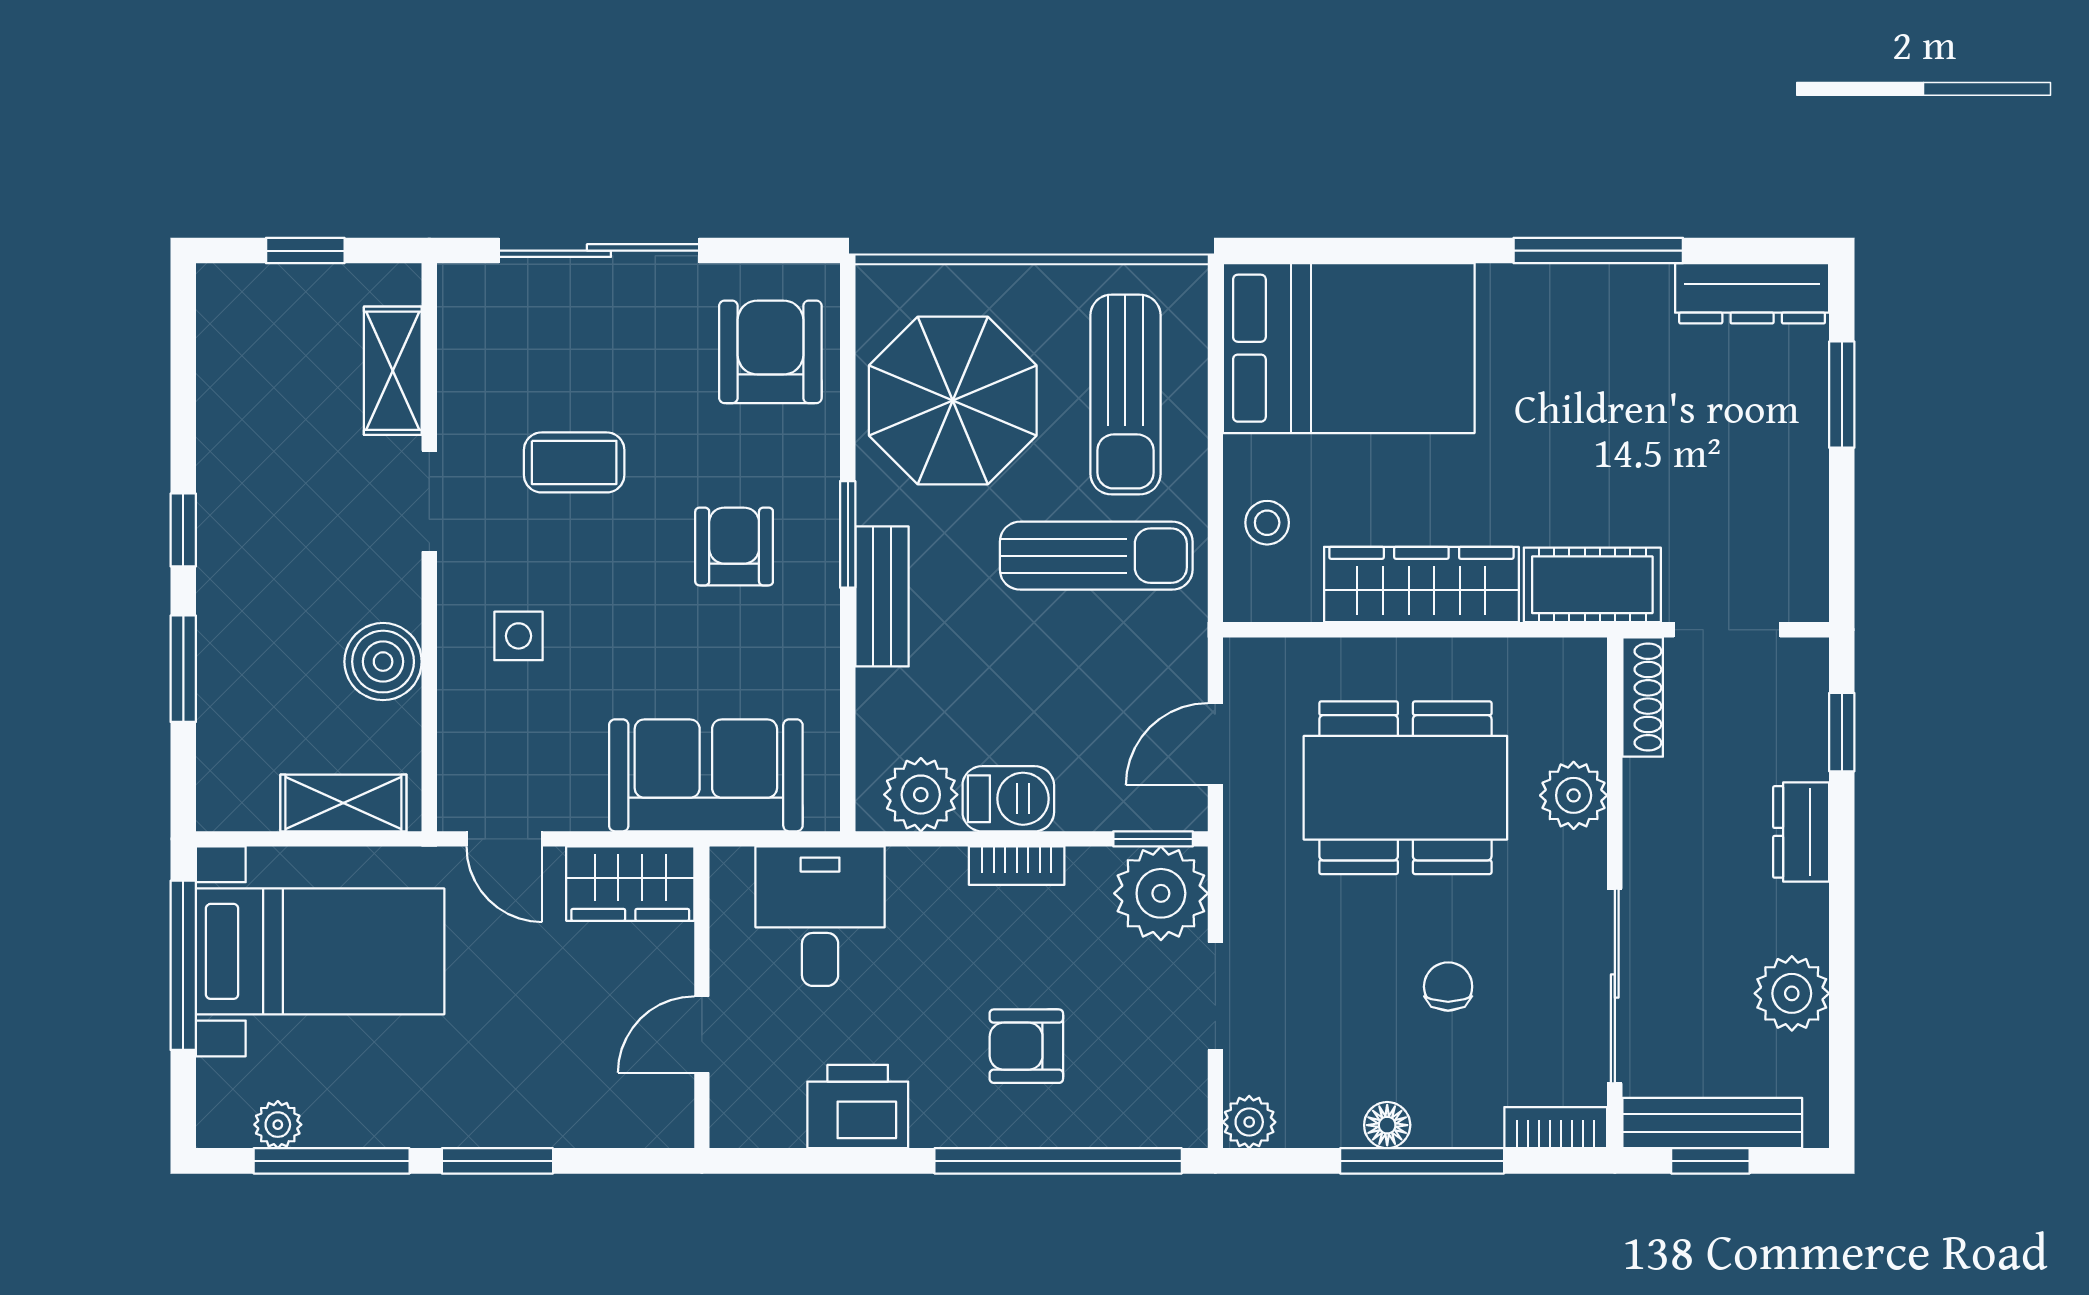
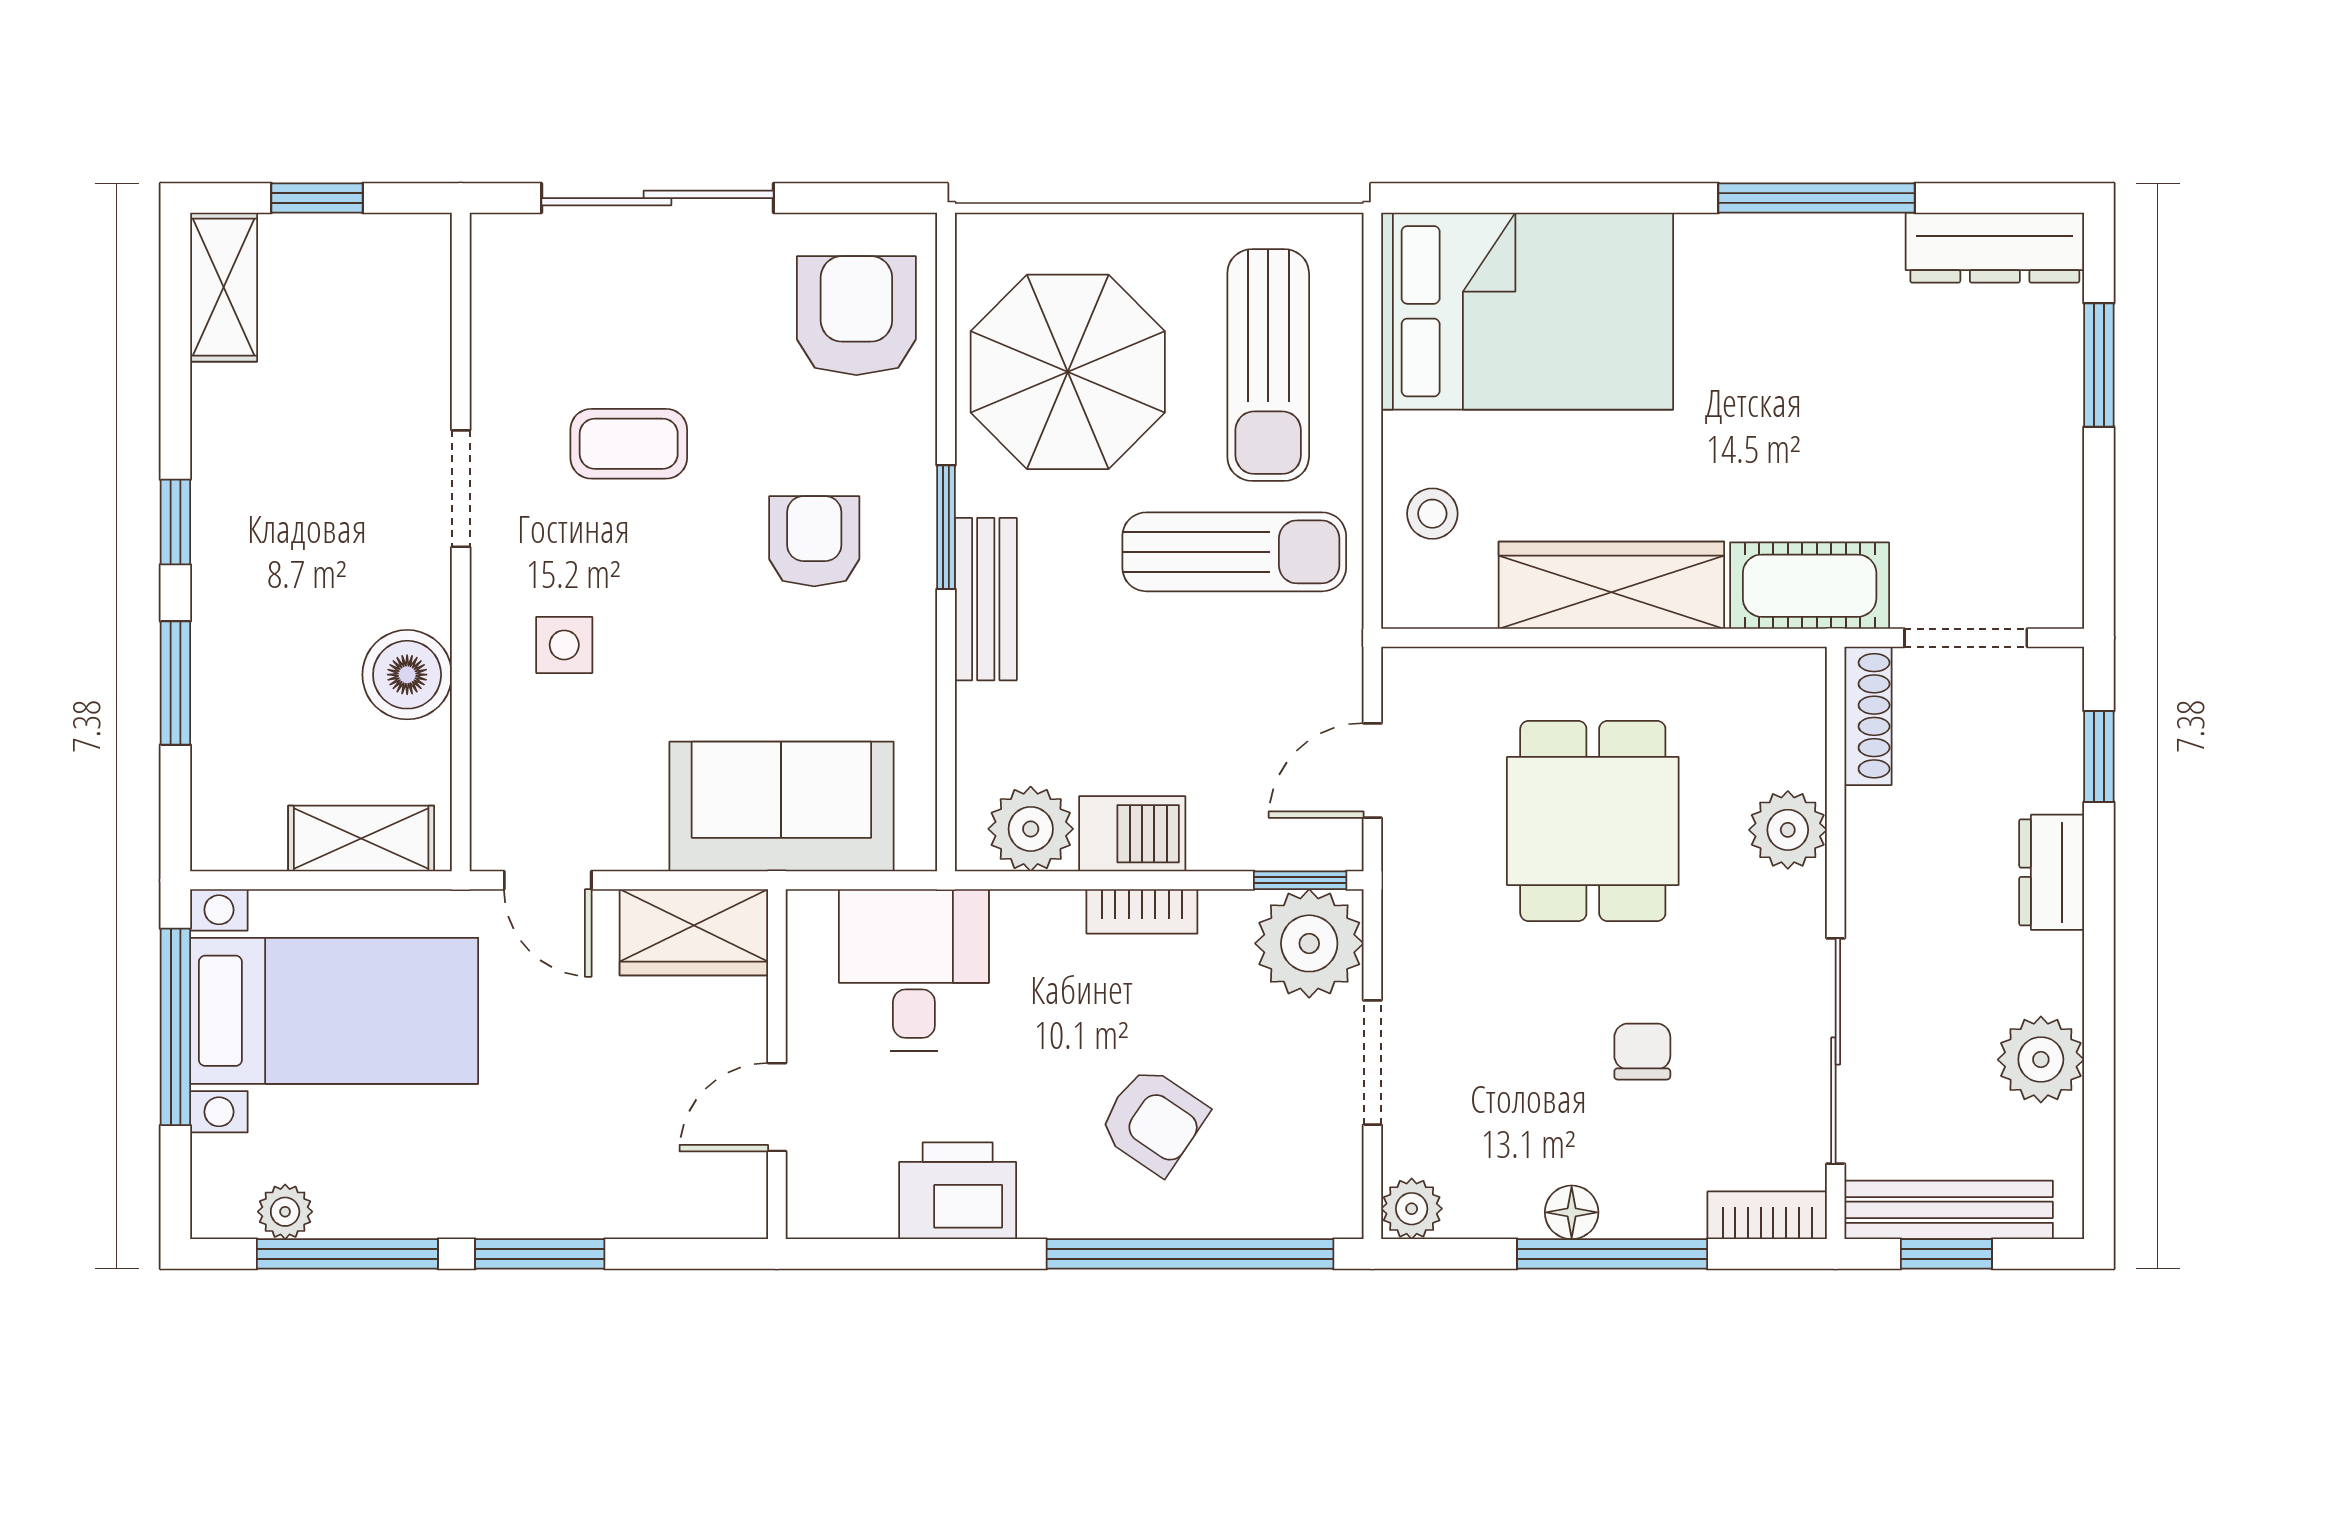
shelving: (393, 371) -> (224, 287), moved
dining table: (1405, 788) -> (1593, 821), width x0.73
armchair: (1026, 1046) -> (1153, 1121), turned -146

